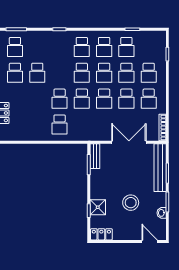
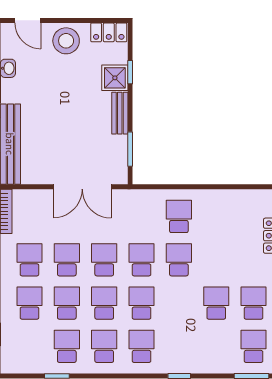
double door: (129, 142) -> (82, 187), moved
bench: (95, 156) -> (120, 113), moved
stool: (131, 203) -> (66, 41), moved

